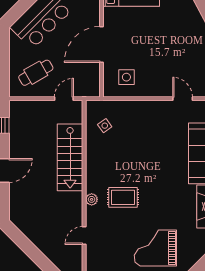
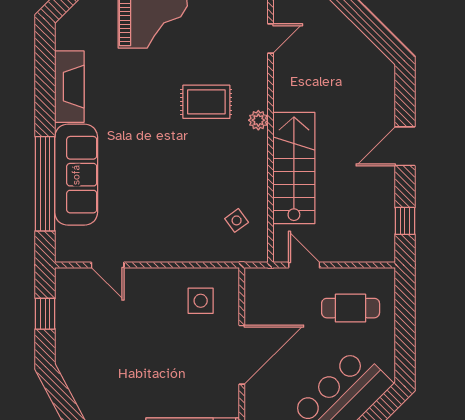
cafe table: (36, 73) -> (351, 308), turned 30
door: (64, 99) -> (304, 265), swing flipped
plant: (92, 199) -> (258, 120), moved

